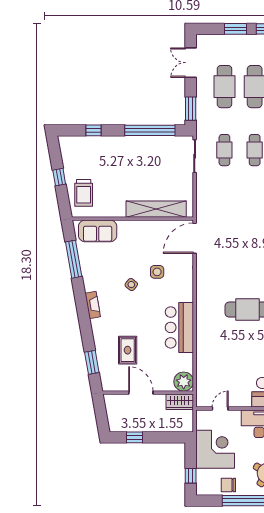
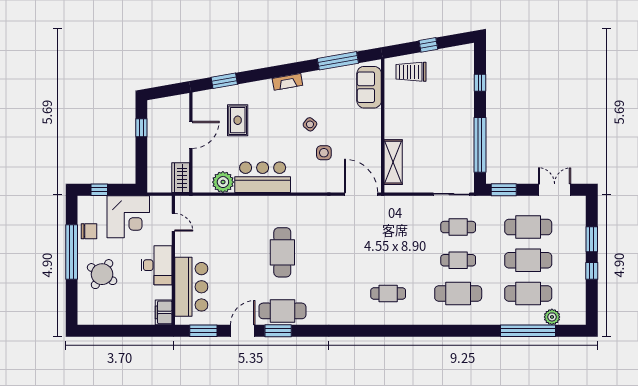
shelving: (156, 209) -> (393, 162), width x0.68
rug: (128, 350) -> (238, 120), turned 90
plant: (184, 382) -> (223, 182), moved
chair: (228, 485) -> (89, 231), turned 90

